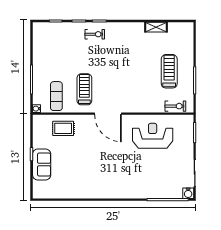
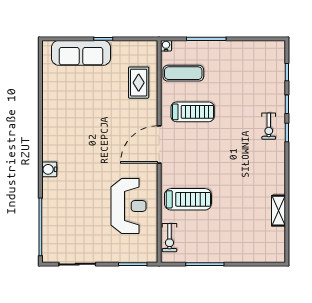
treadmill: (169, 71) -> (188, 199), moved
sofa: (42, 165) -> (81, 53), width x1.36
water cooler: (188, 193) -> (49, 169), moved

